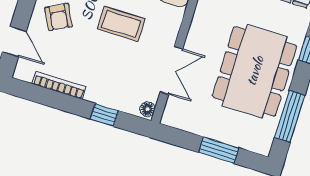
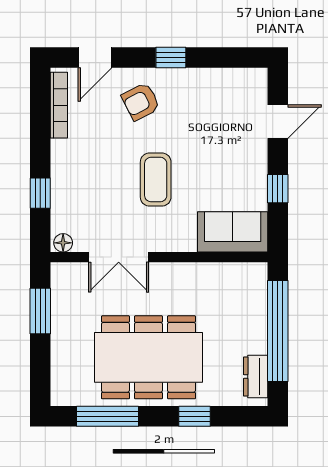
bookcase: (59, 85) -> (59, 105), moved
window: (219, 150) -> (40, 311), moved

